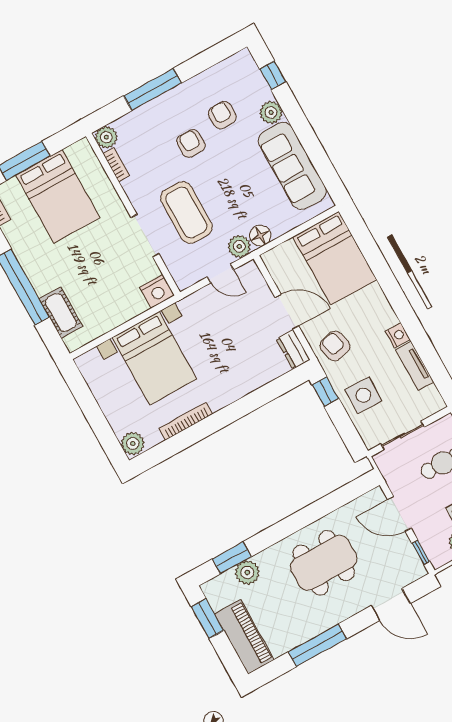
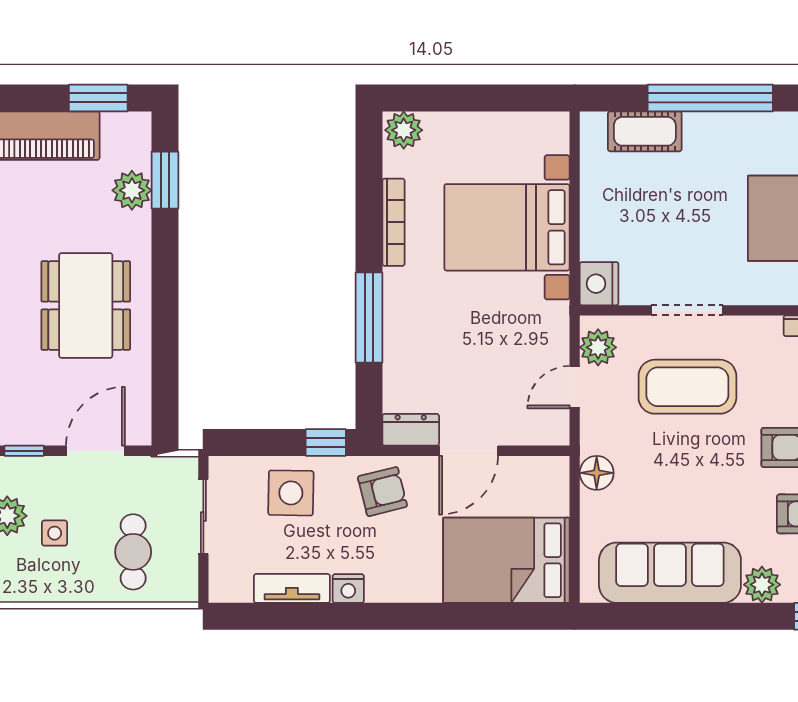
plant: (239, 246) -> (598, 347), moved
window: (245, 406) -> (369, 317), added

